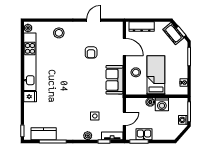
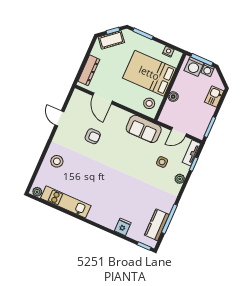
door: (124, 47) -> (103, 98), swing flipped
kitchen unit: (30, 62) -> (66, 202), width x0.73
stool: (136, 72) -> (149, 103), moved
bed: (156, 75) -> (149, 73), width x1.50
sofa: (114, 80) -> (144, 129), moved
fridge: (30, 97) -> (123, 227), moved
washing machine: (162, 104) -> (194, 67), moved, turned 90
door: (124, 119) -> (179, 132), swing flipped
kitchen sink: (144, 134) -> (214, 97), moved

